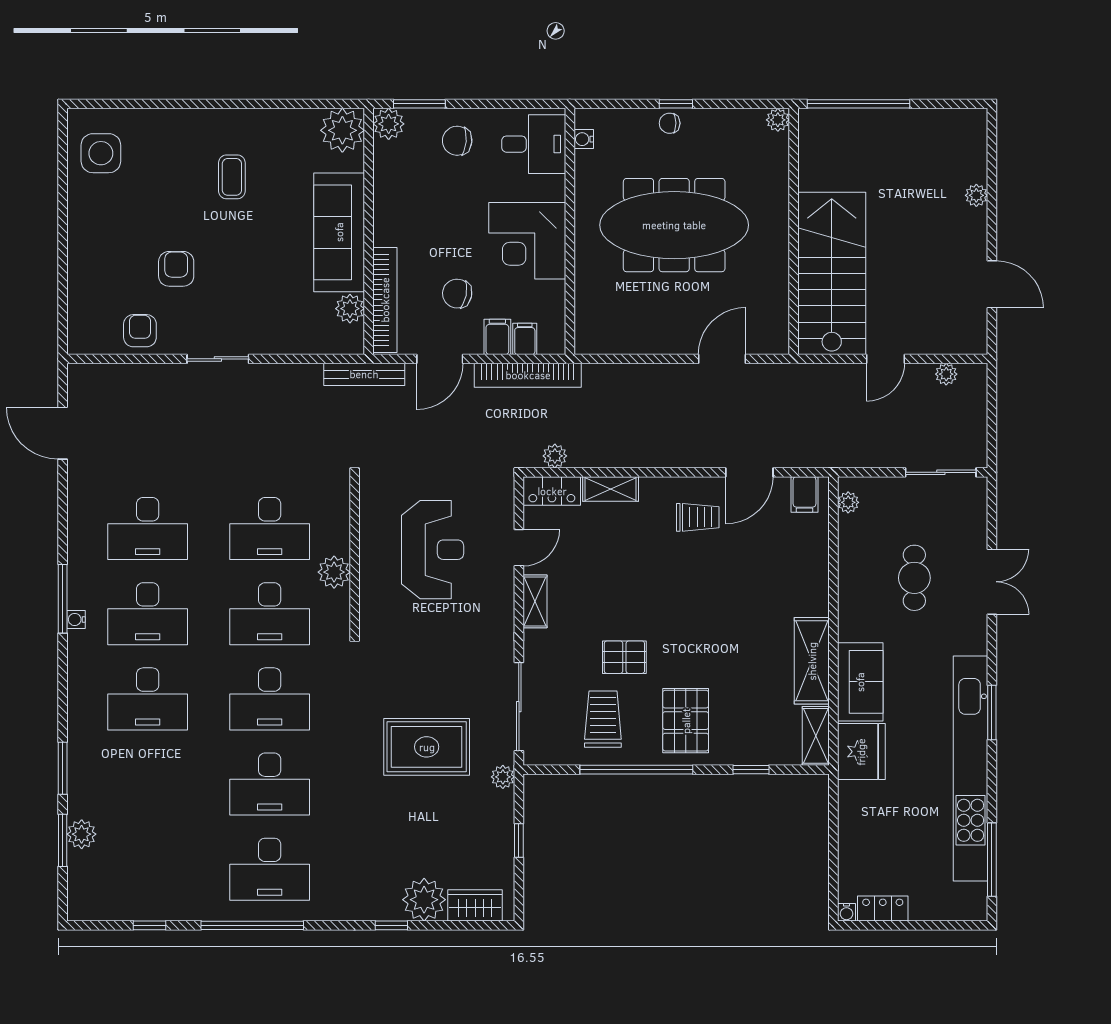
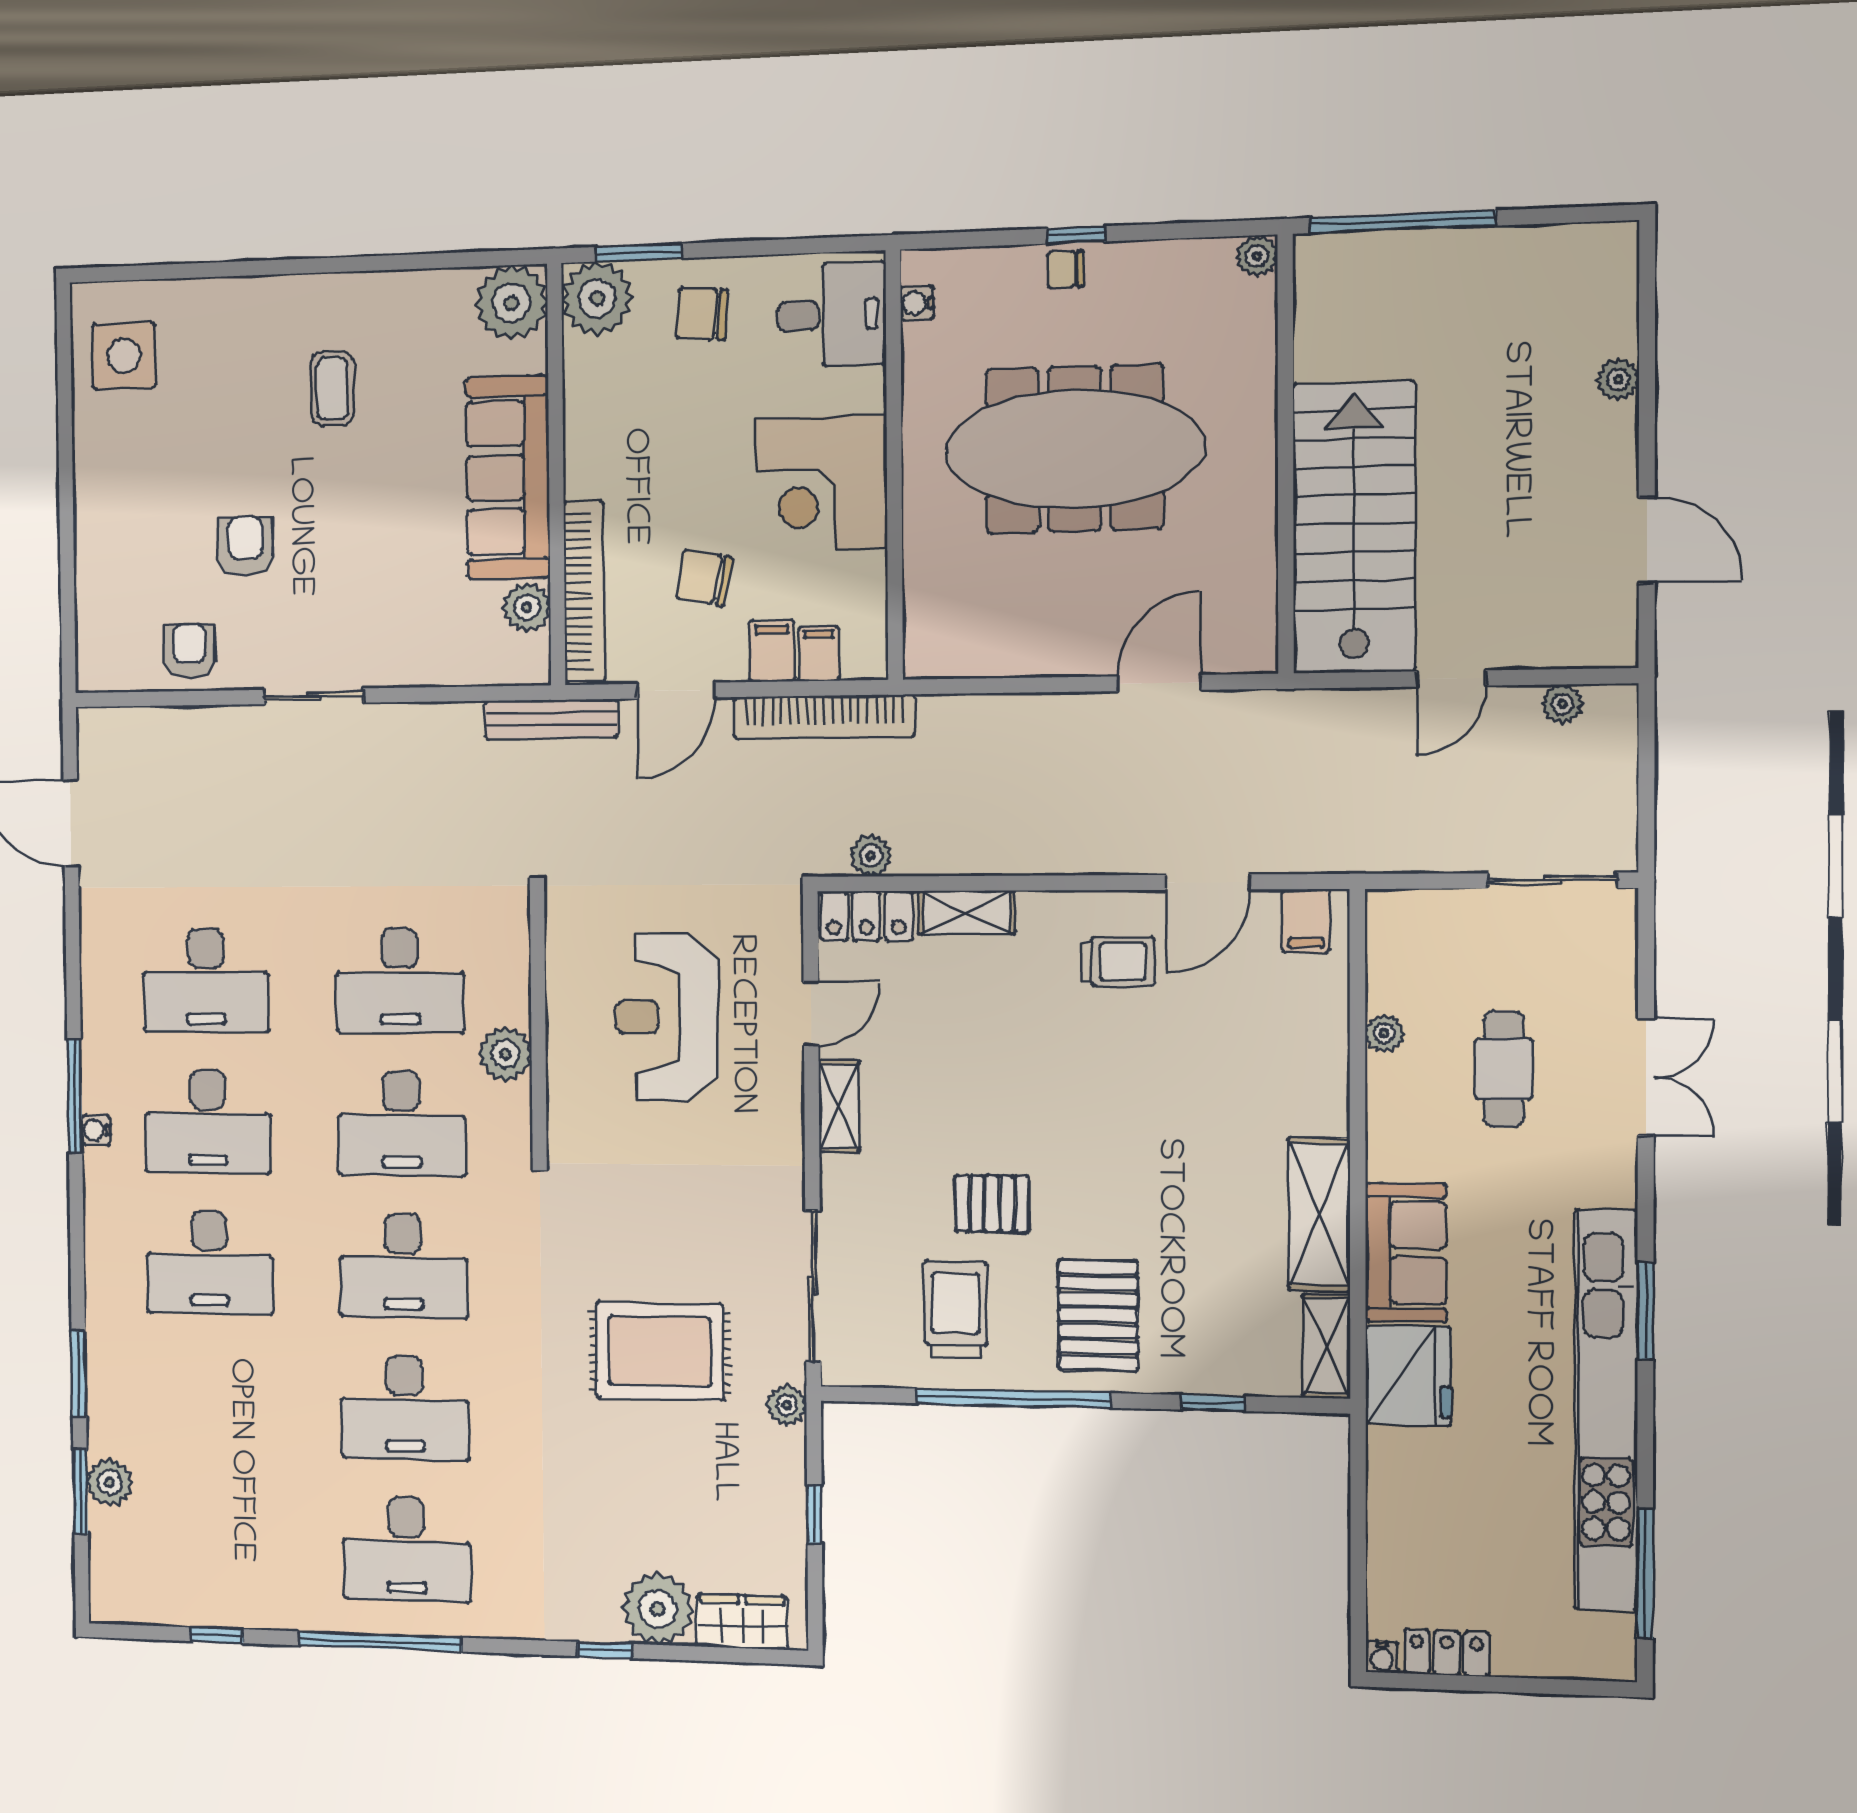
plant: (389, 124) -> (597, 298), width x1.36, depth x1.36
plant: (848, 502) -> (1384, 1033), moved
reception desk: (433, 550) -> (667, 1017), turned 180

